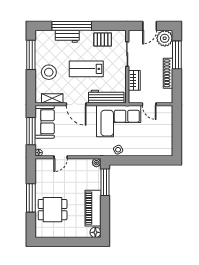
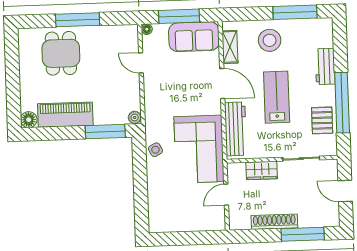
window: (72, 26) -> (342, 103), moved
plant: (165, 38) -> (327, 215), removed
door: (76, 104) -> (222, 84), swing flipped

